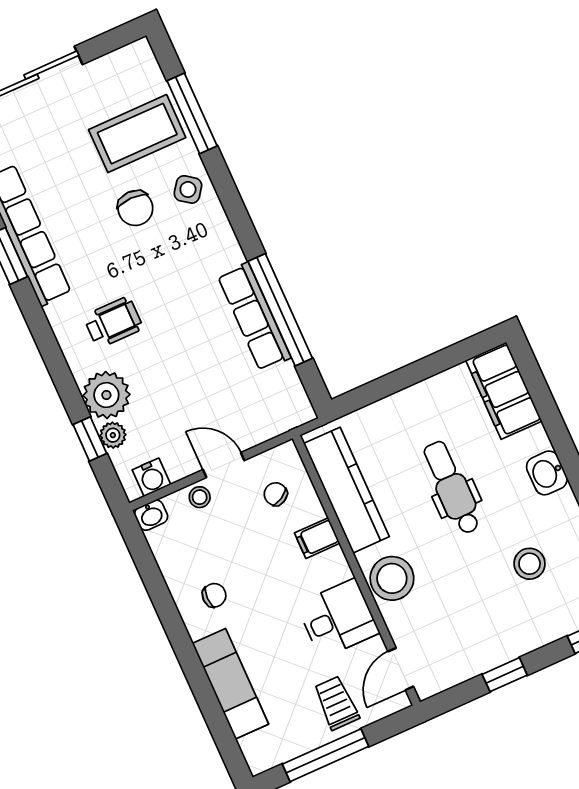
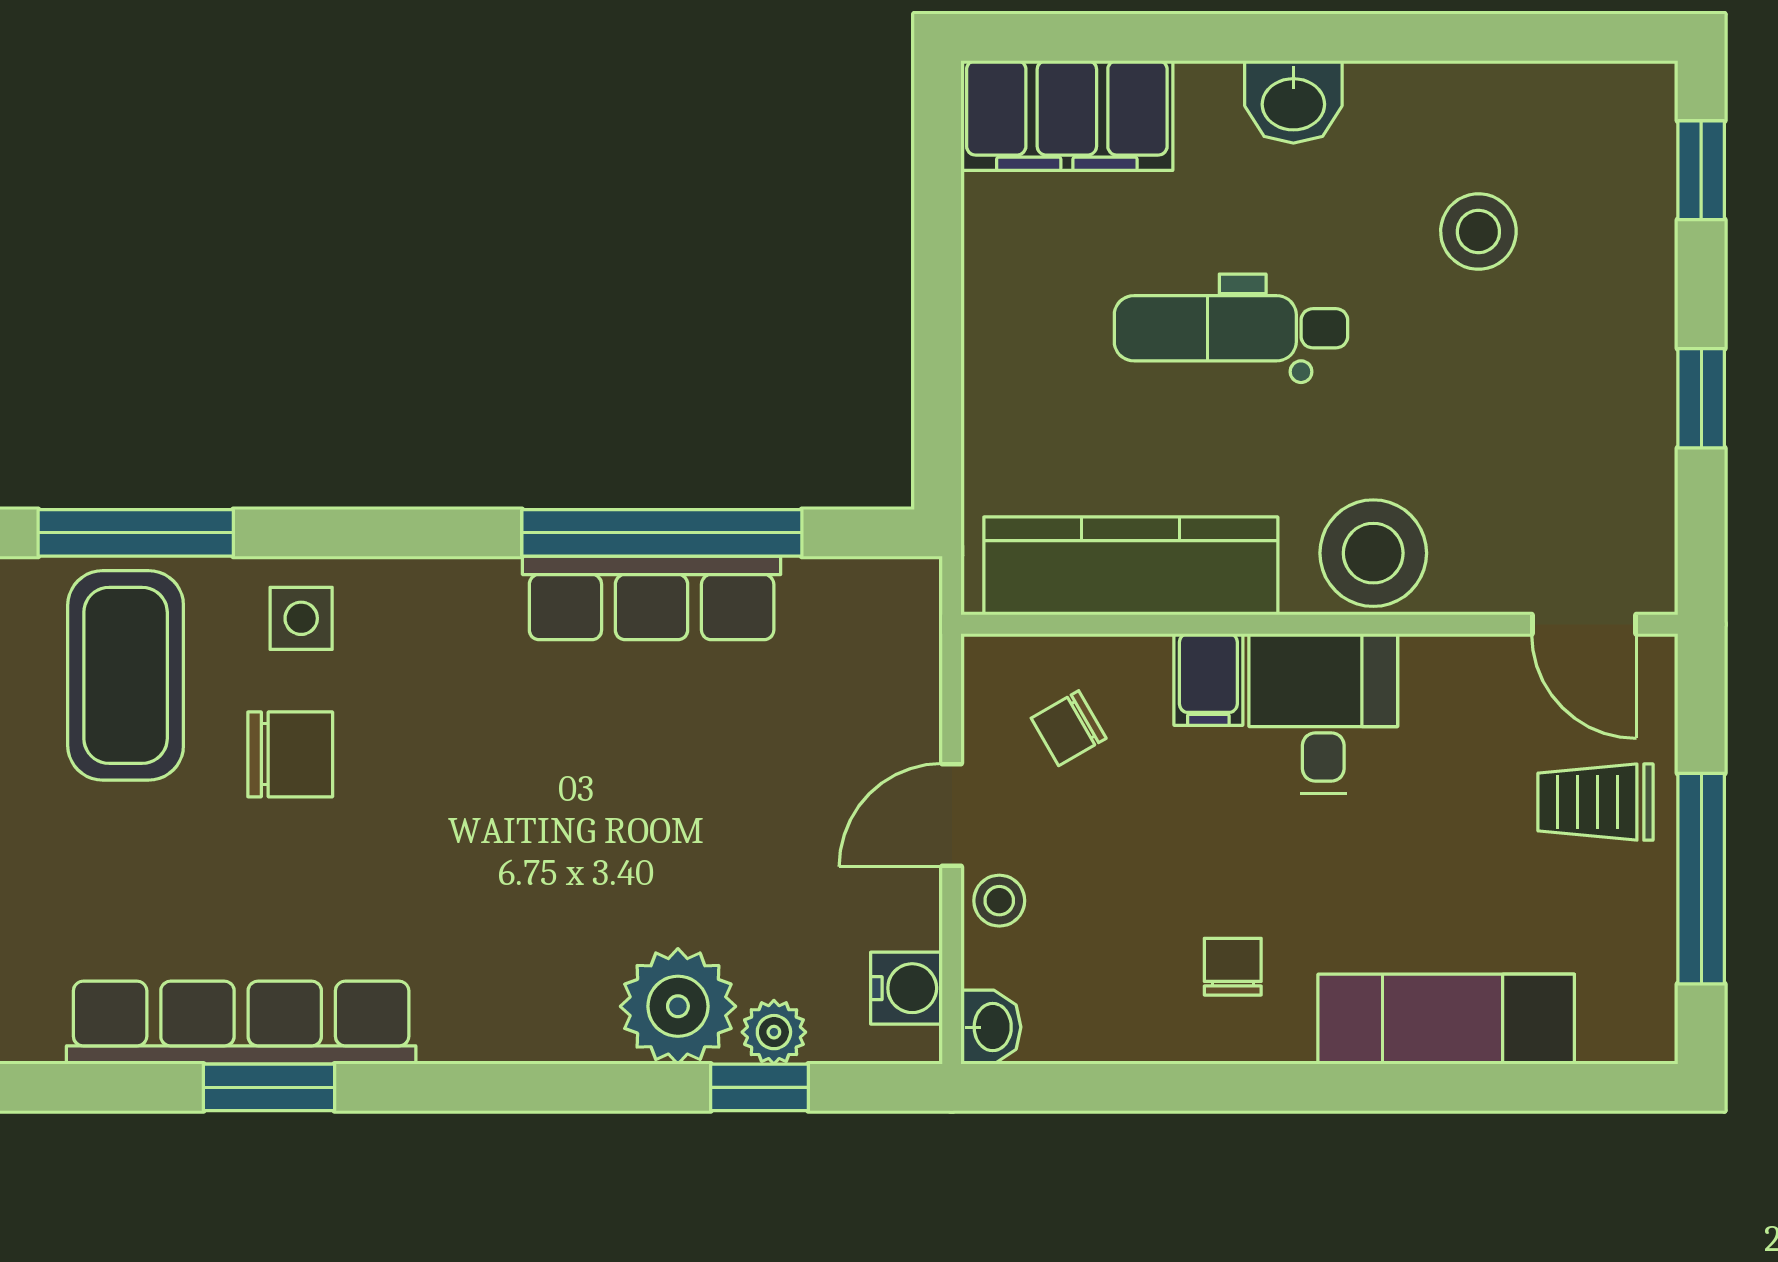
side table: (188, 189) -> (301, 618), turned -36
wheelchair: (113, 322) -> (523, 918), removed
desk: (338, 618) -> (1323, 714), moved

